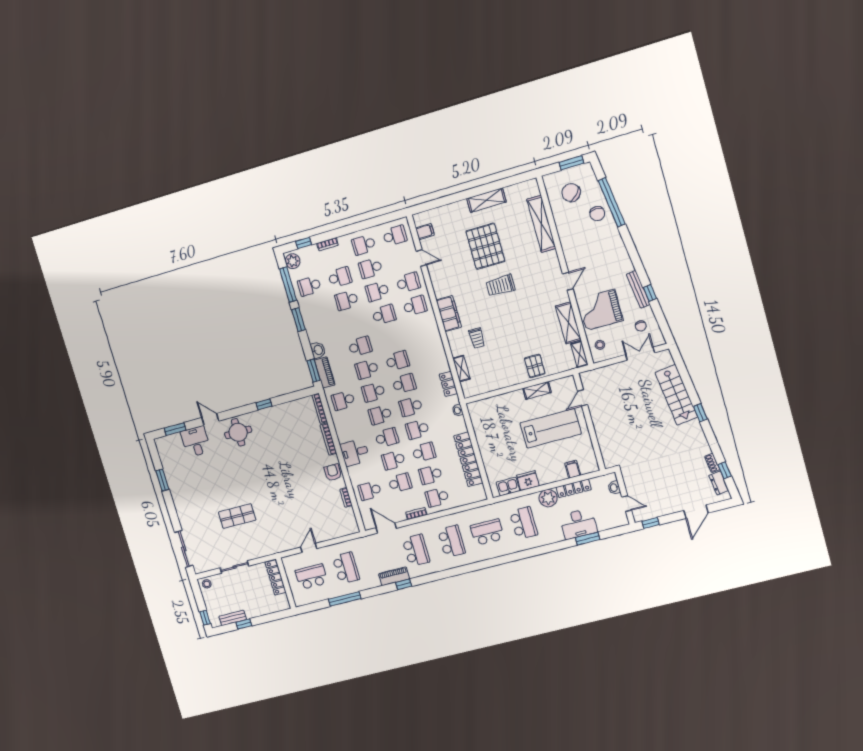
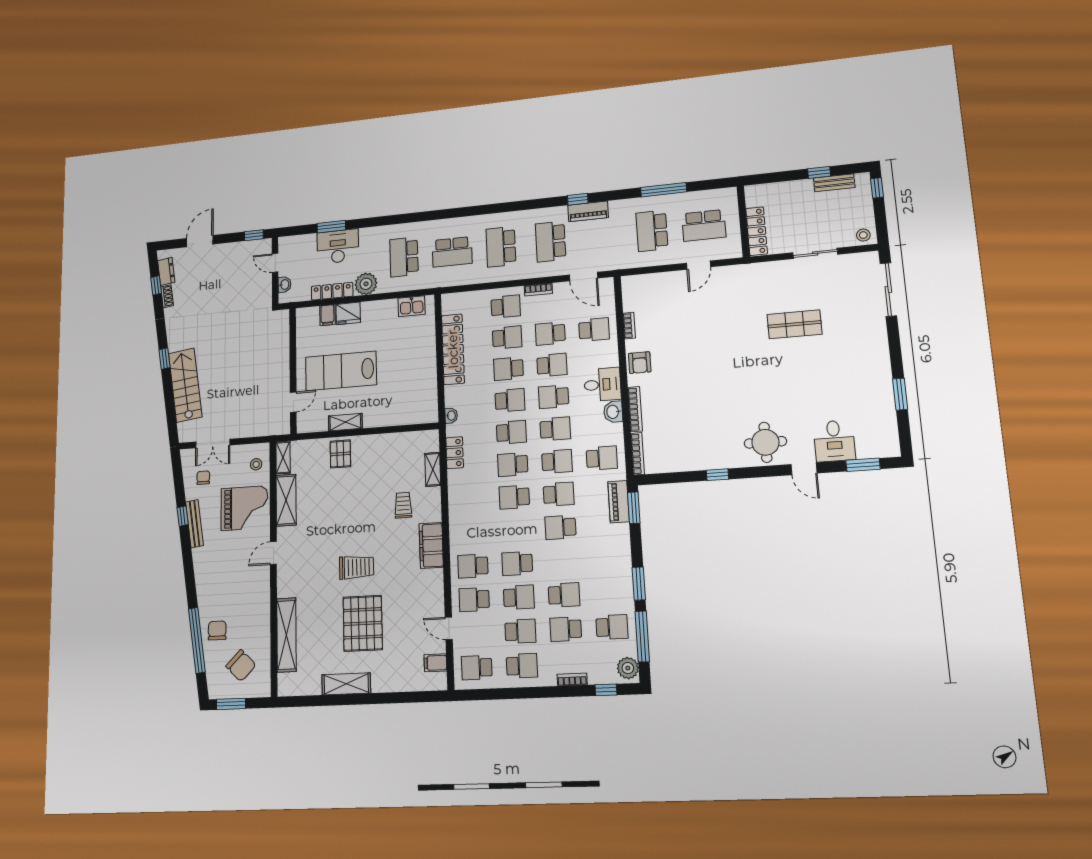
washbasin: (318, 350) -> (613, 412), moved
fridge: (528, 481) -> (348, 313), moved

